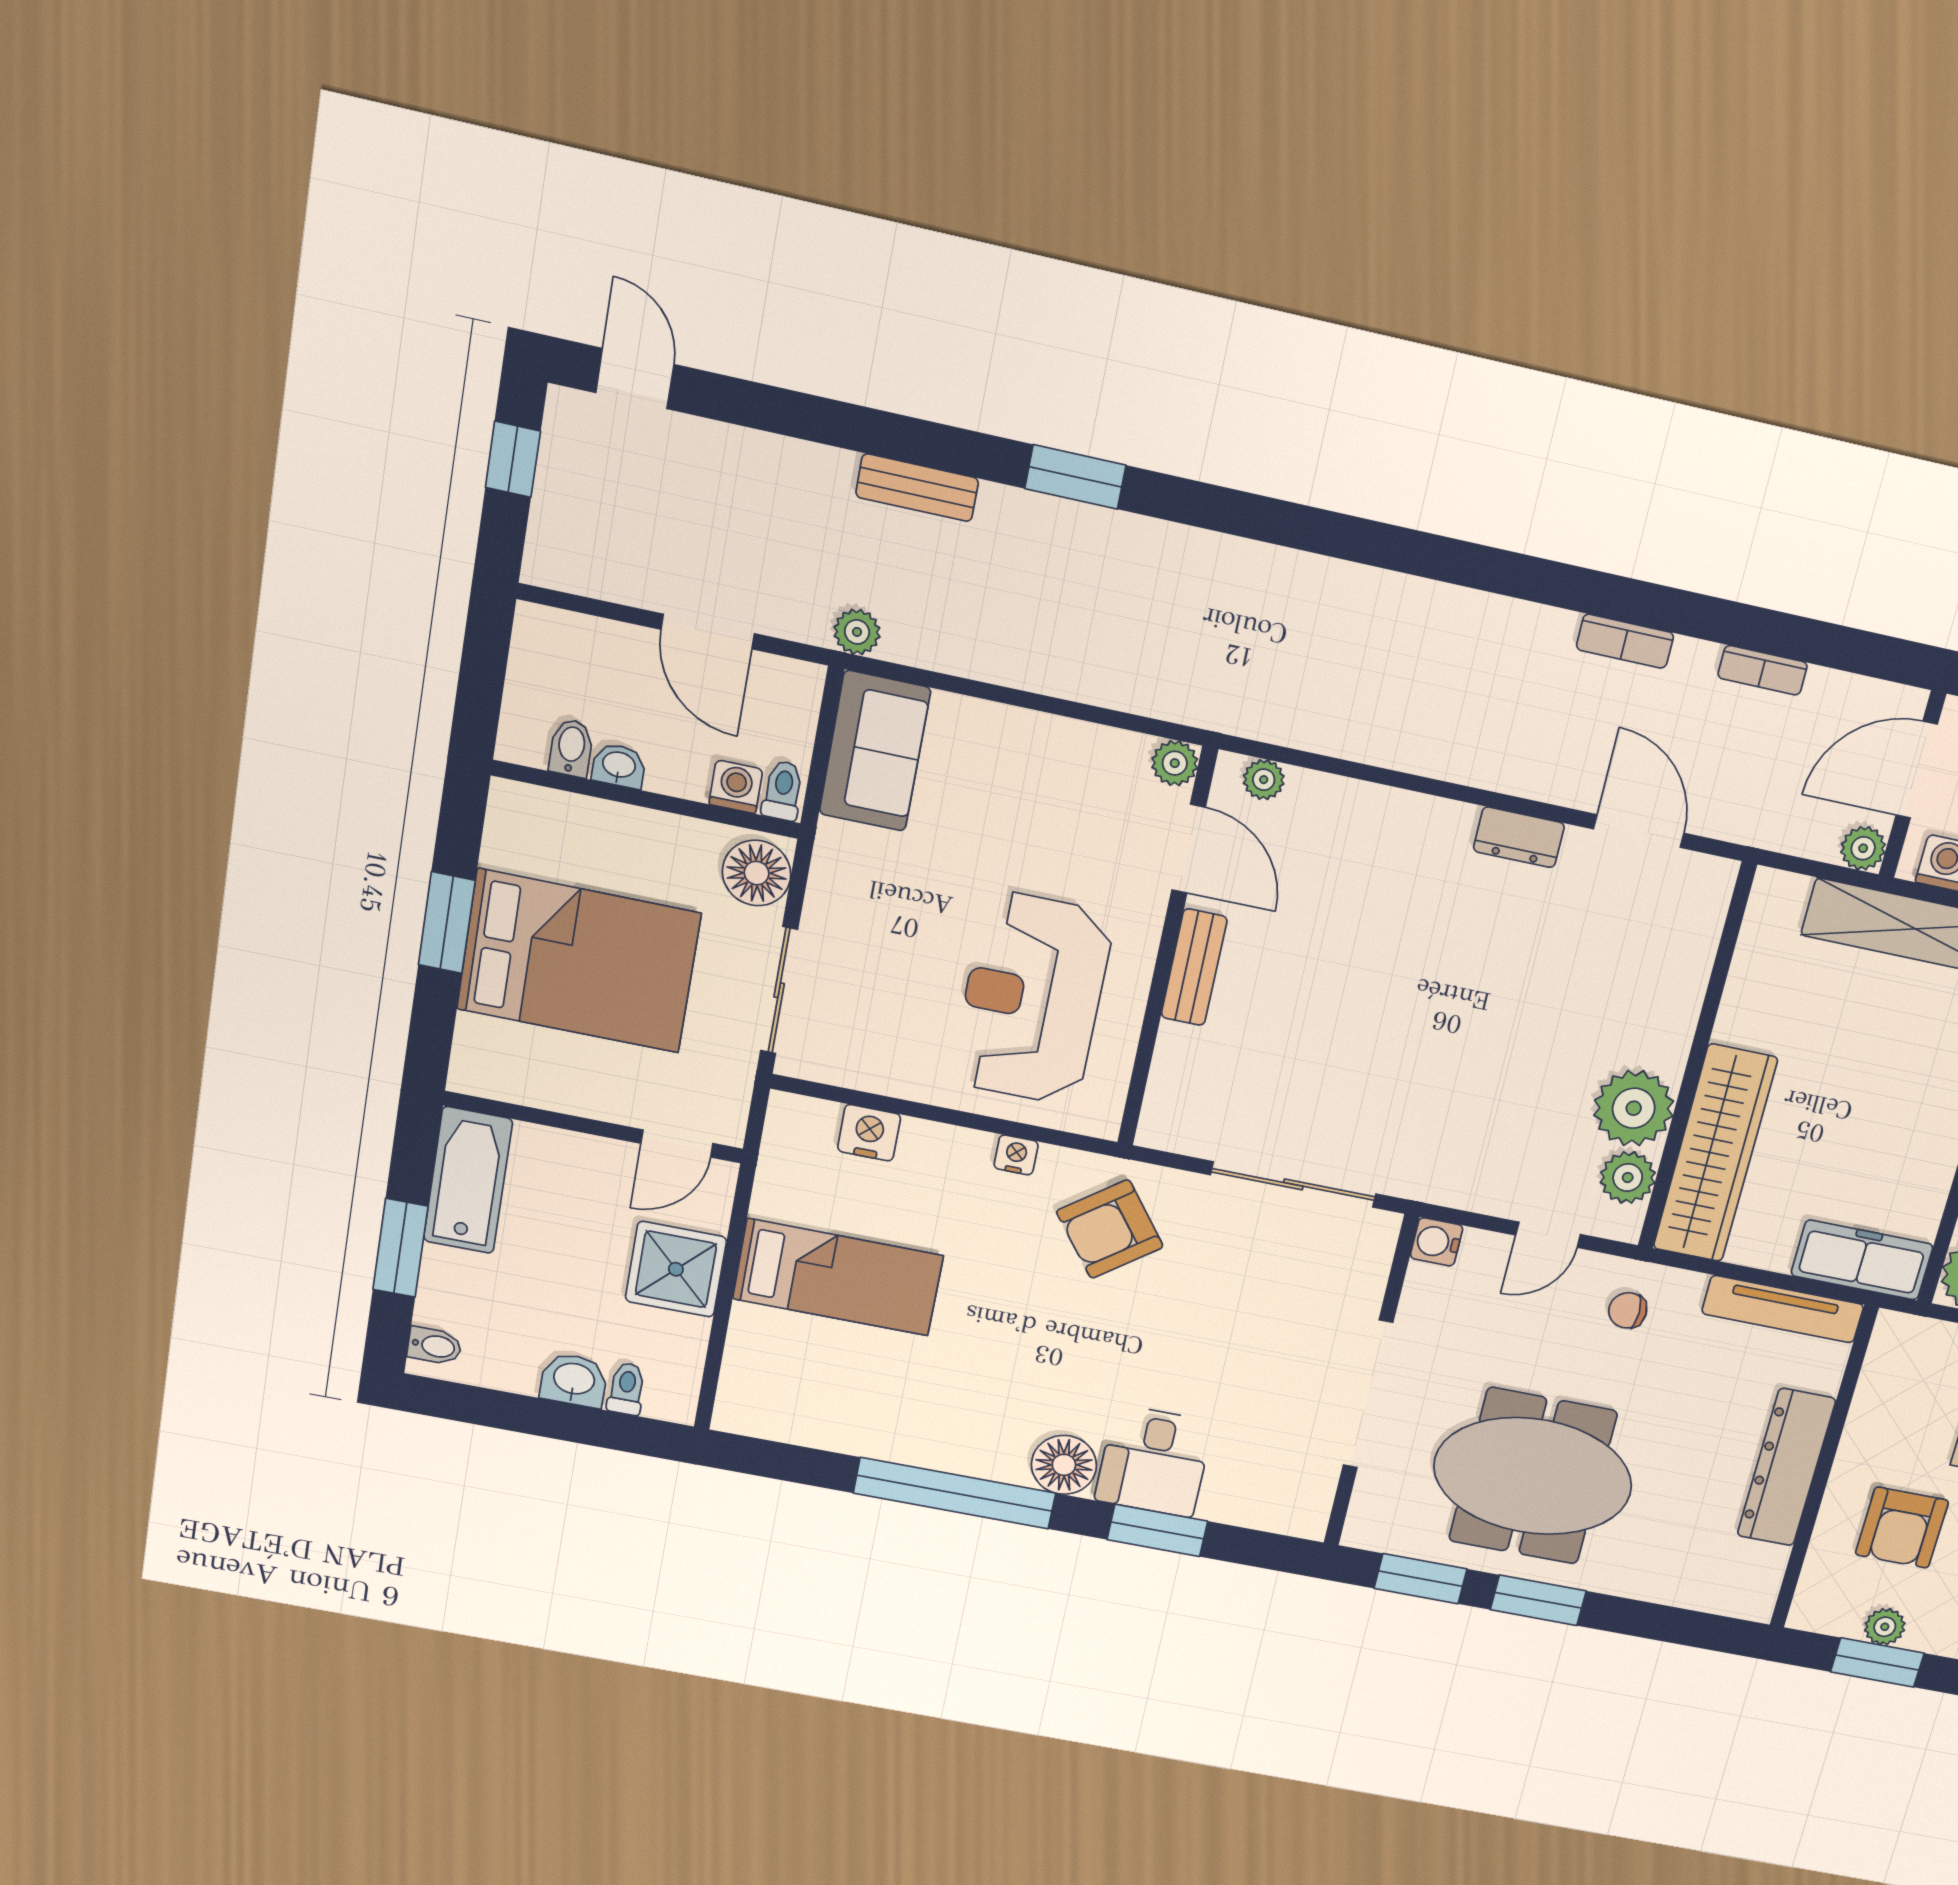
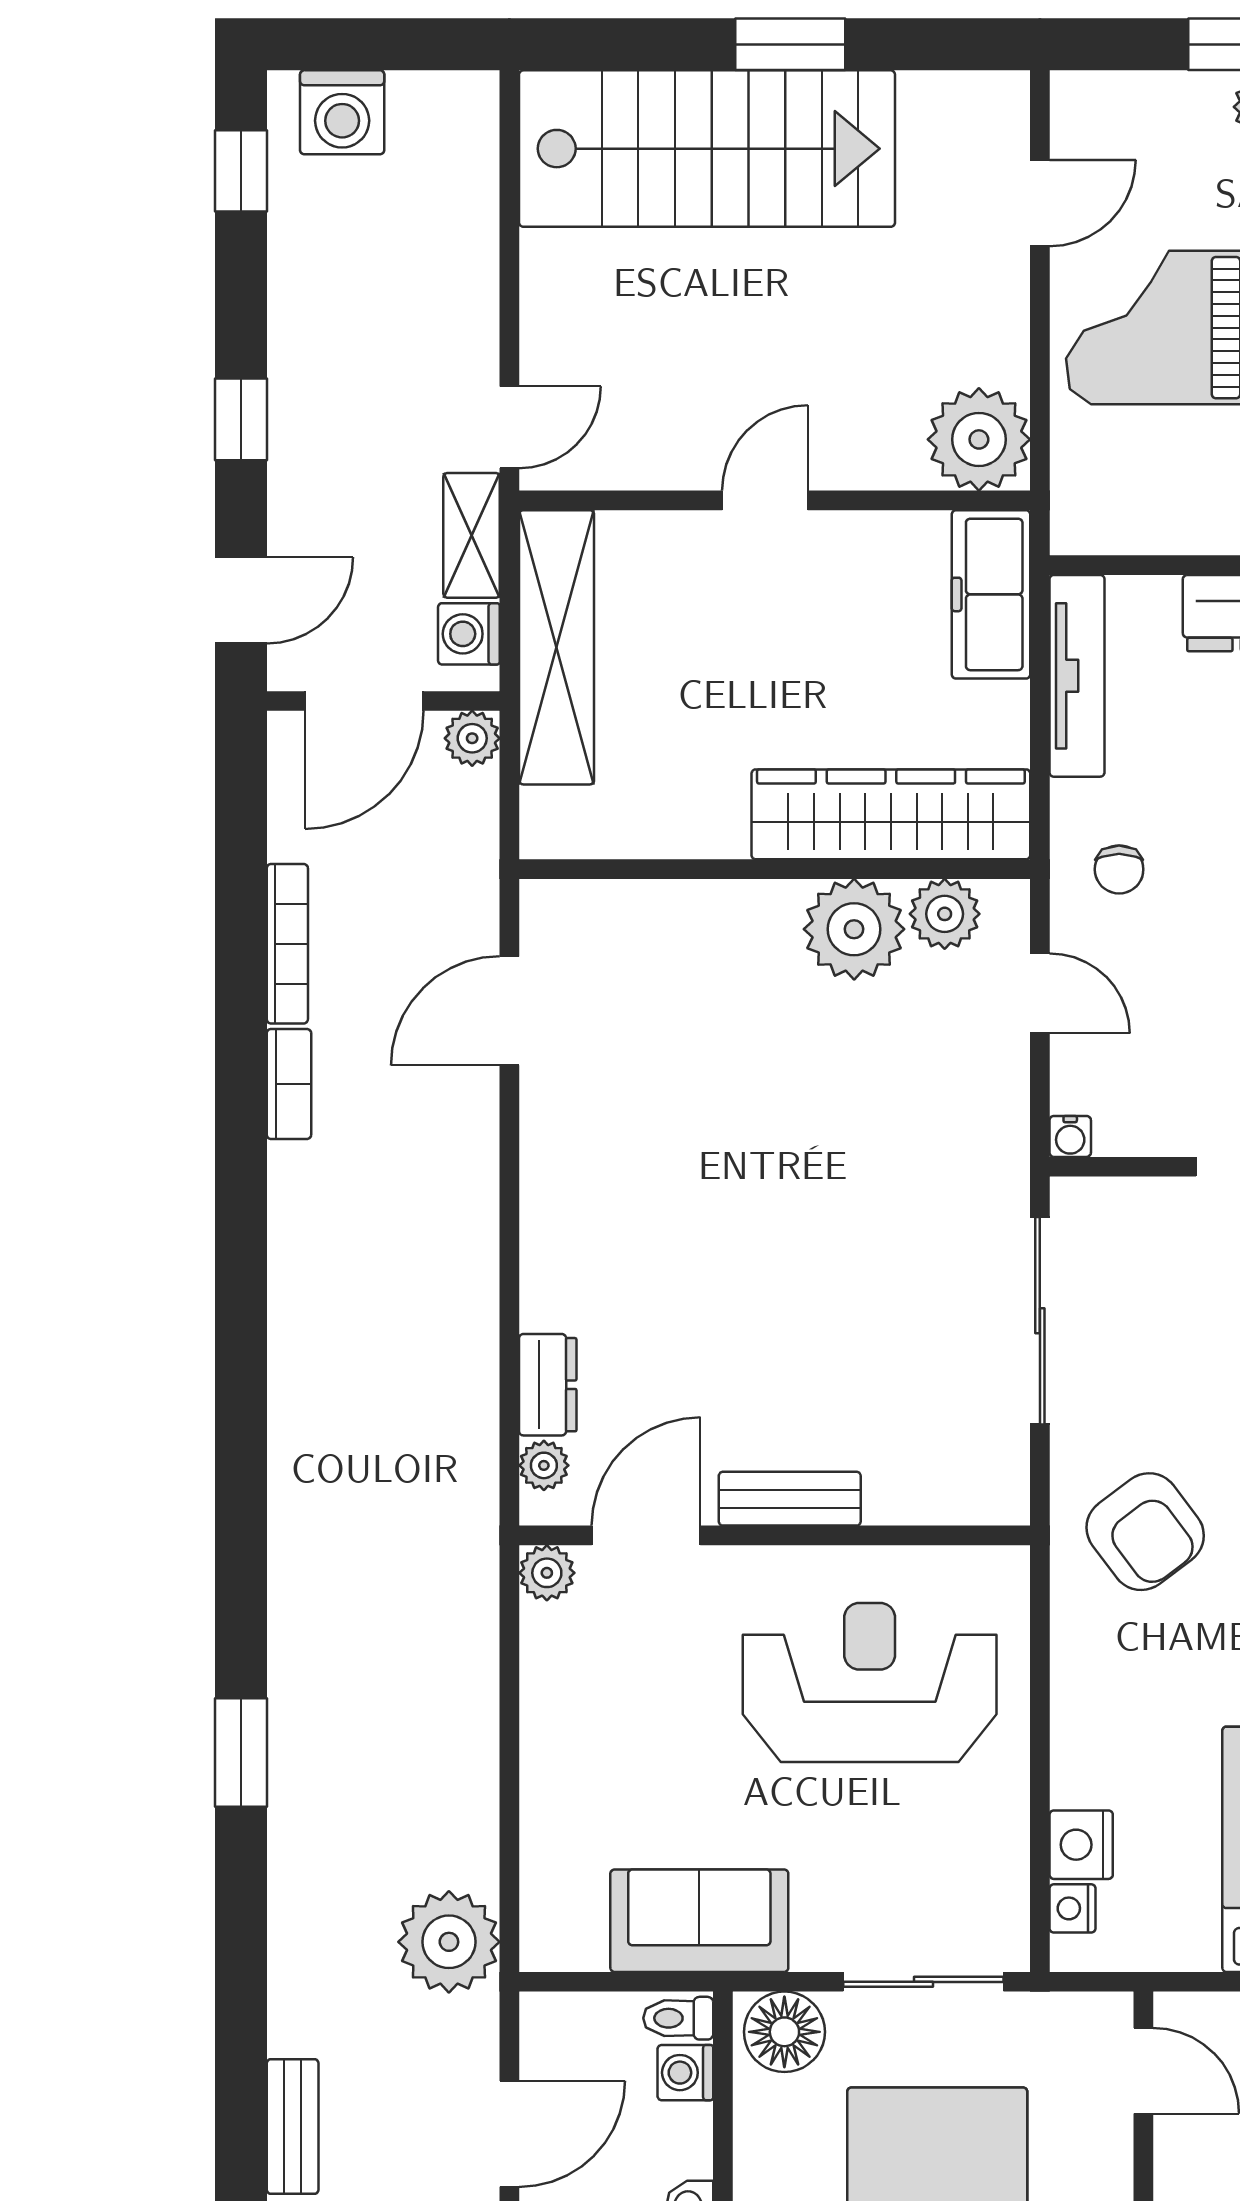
bench: (917, 488) -> (293, 2127), moved
plant: (857, 632) -> (449, 1942), width x1.88, depth x1.88
bookcase: (1763, 670) -> (287, 944), width x1.56
sofa: (875, 751) -> (699, 1921), moved
door: (1917, 770) -> (364, 701), hinge flipped
dresser: (1519, 837) -> (548, 1385), moved
reception desk: (1032, 998) -> (870, 1682), turned 180
nightstand: (1016, 1155) -> (1072, 1908), moved
water cooler: (1437, 1242) -> (1070, 1136), width x0.72, depth x0.72

